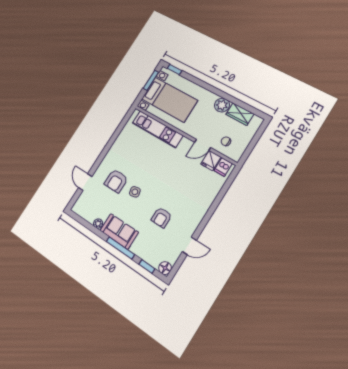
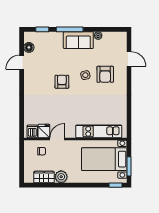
armchair: (116, 181) -> (105, 74), turned 180
armchair: (161, 217) -> (62, 82), moved
floor lamp: (165, 268) -> (29, 47), moved

